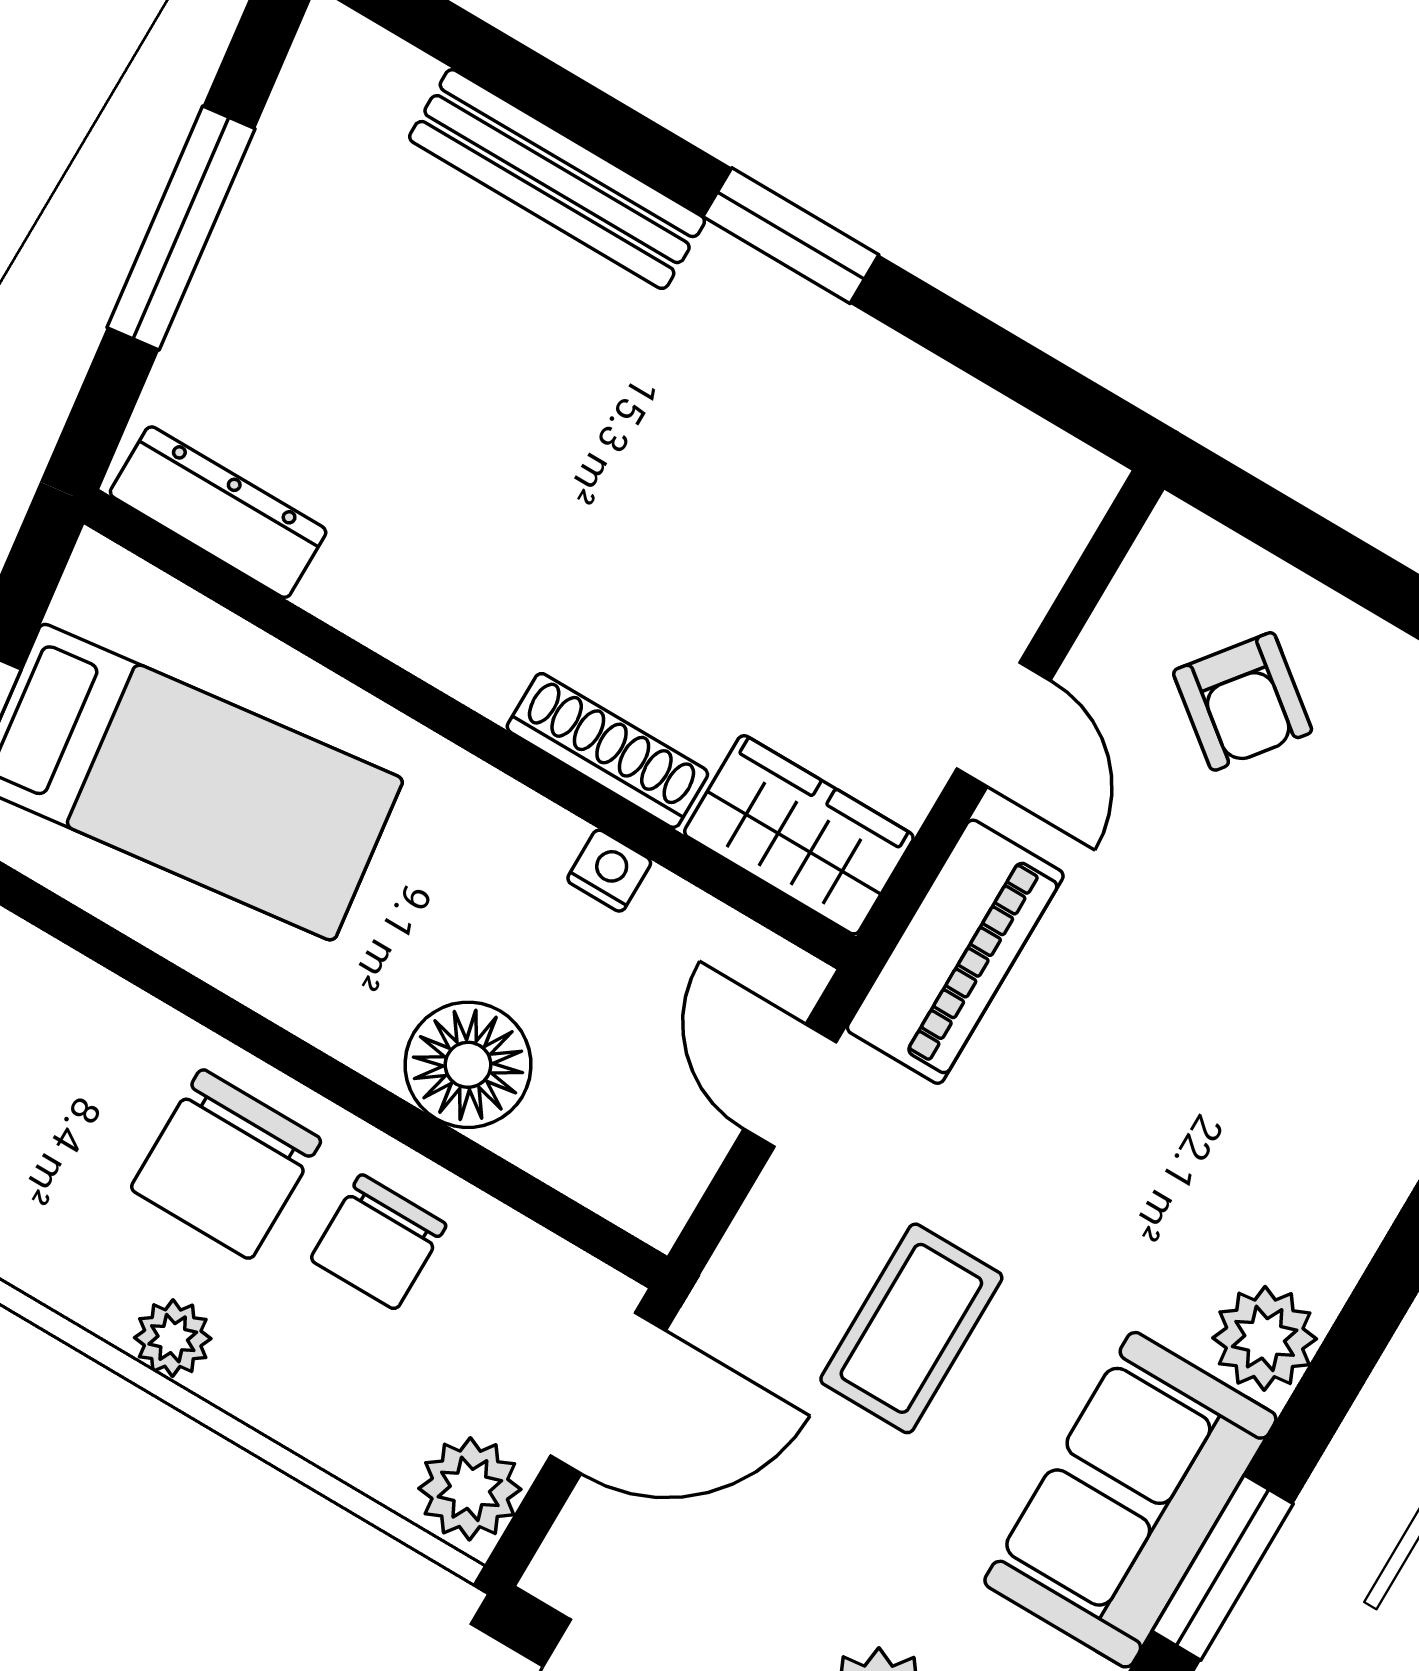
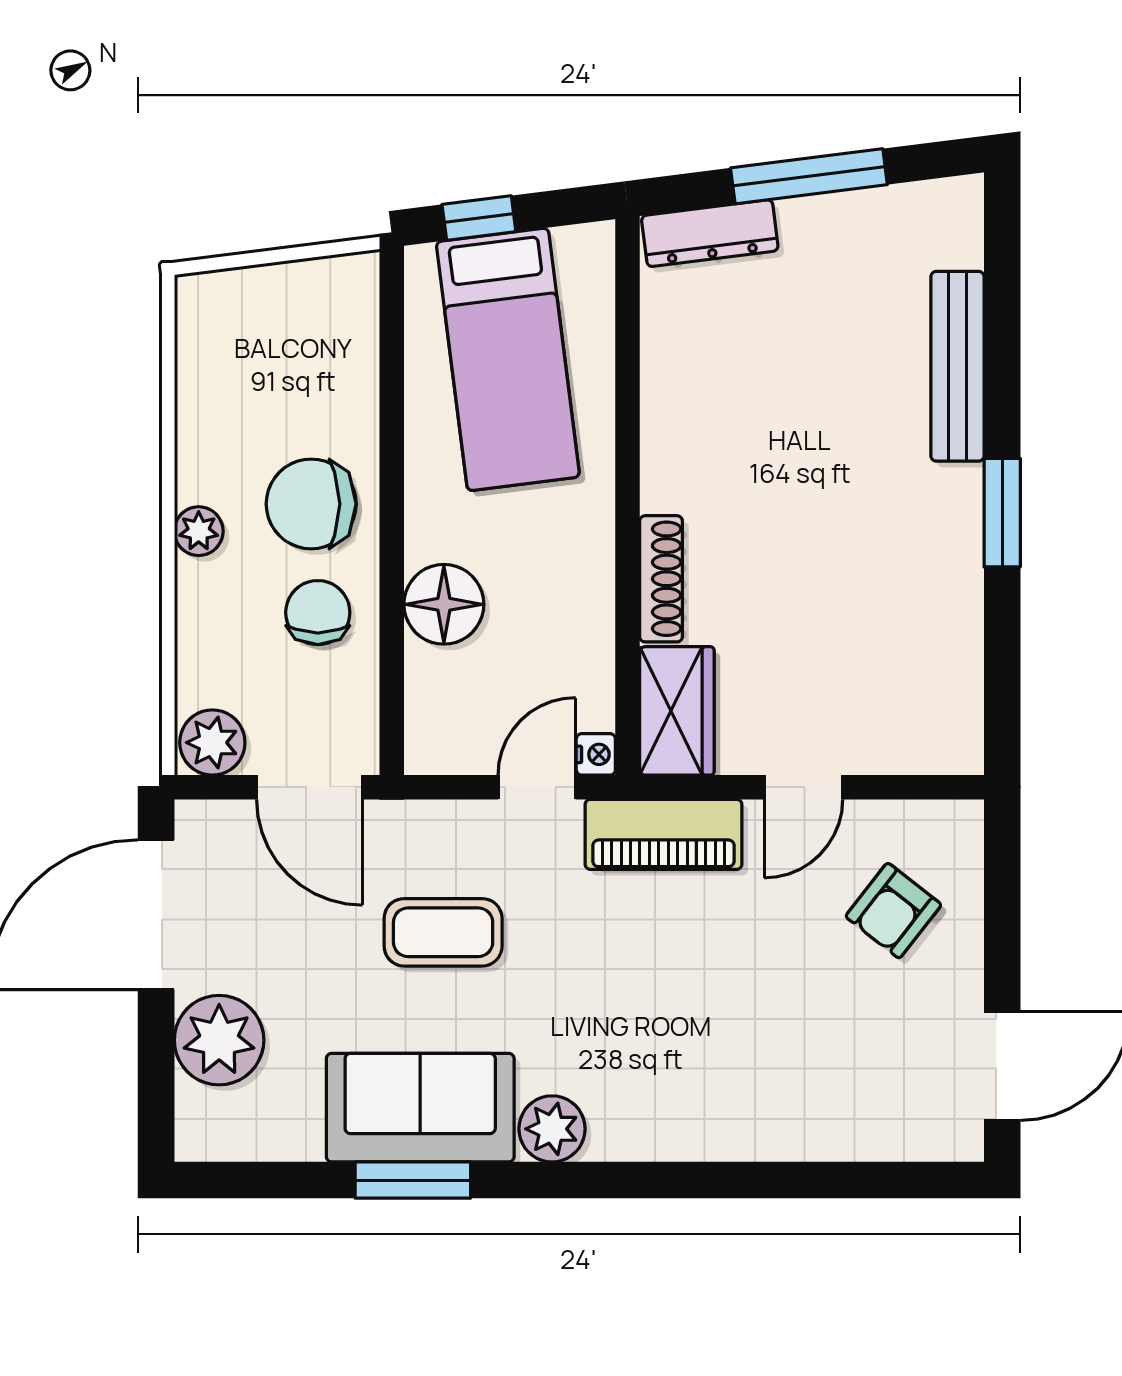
dresser: (218, 512) -> (710, 233), moved, turned 83
nightstand: (609, 871) -> (596, 754), moved
chair: (378, 1242) -> (318, 613), turned 90

